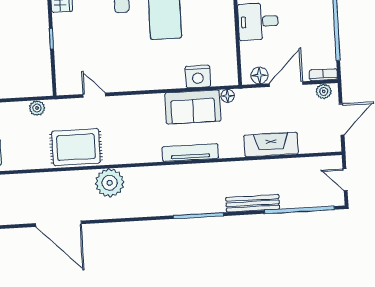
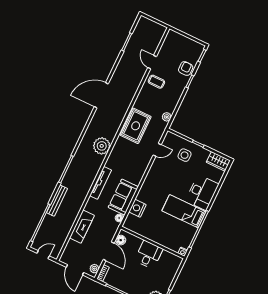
side table: (80, 50) -> (185, 155), added
plant: (110, 183) -> (102, 146), moved

